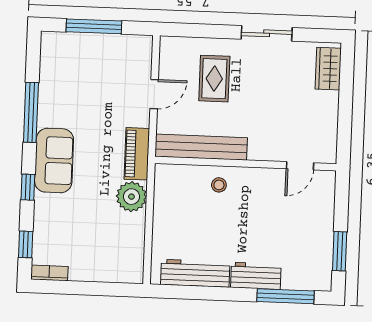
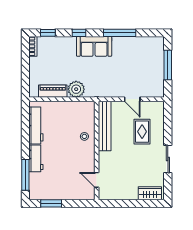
rug: (214, 79) -> (142, 132), turned 90
piano: (137, 154) -> (53, 91), moved

